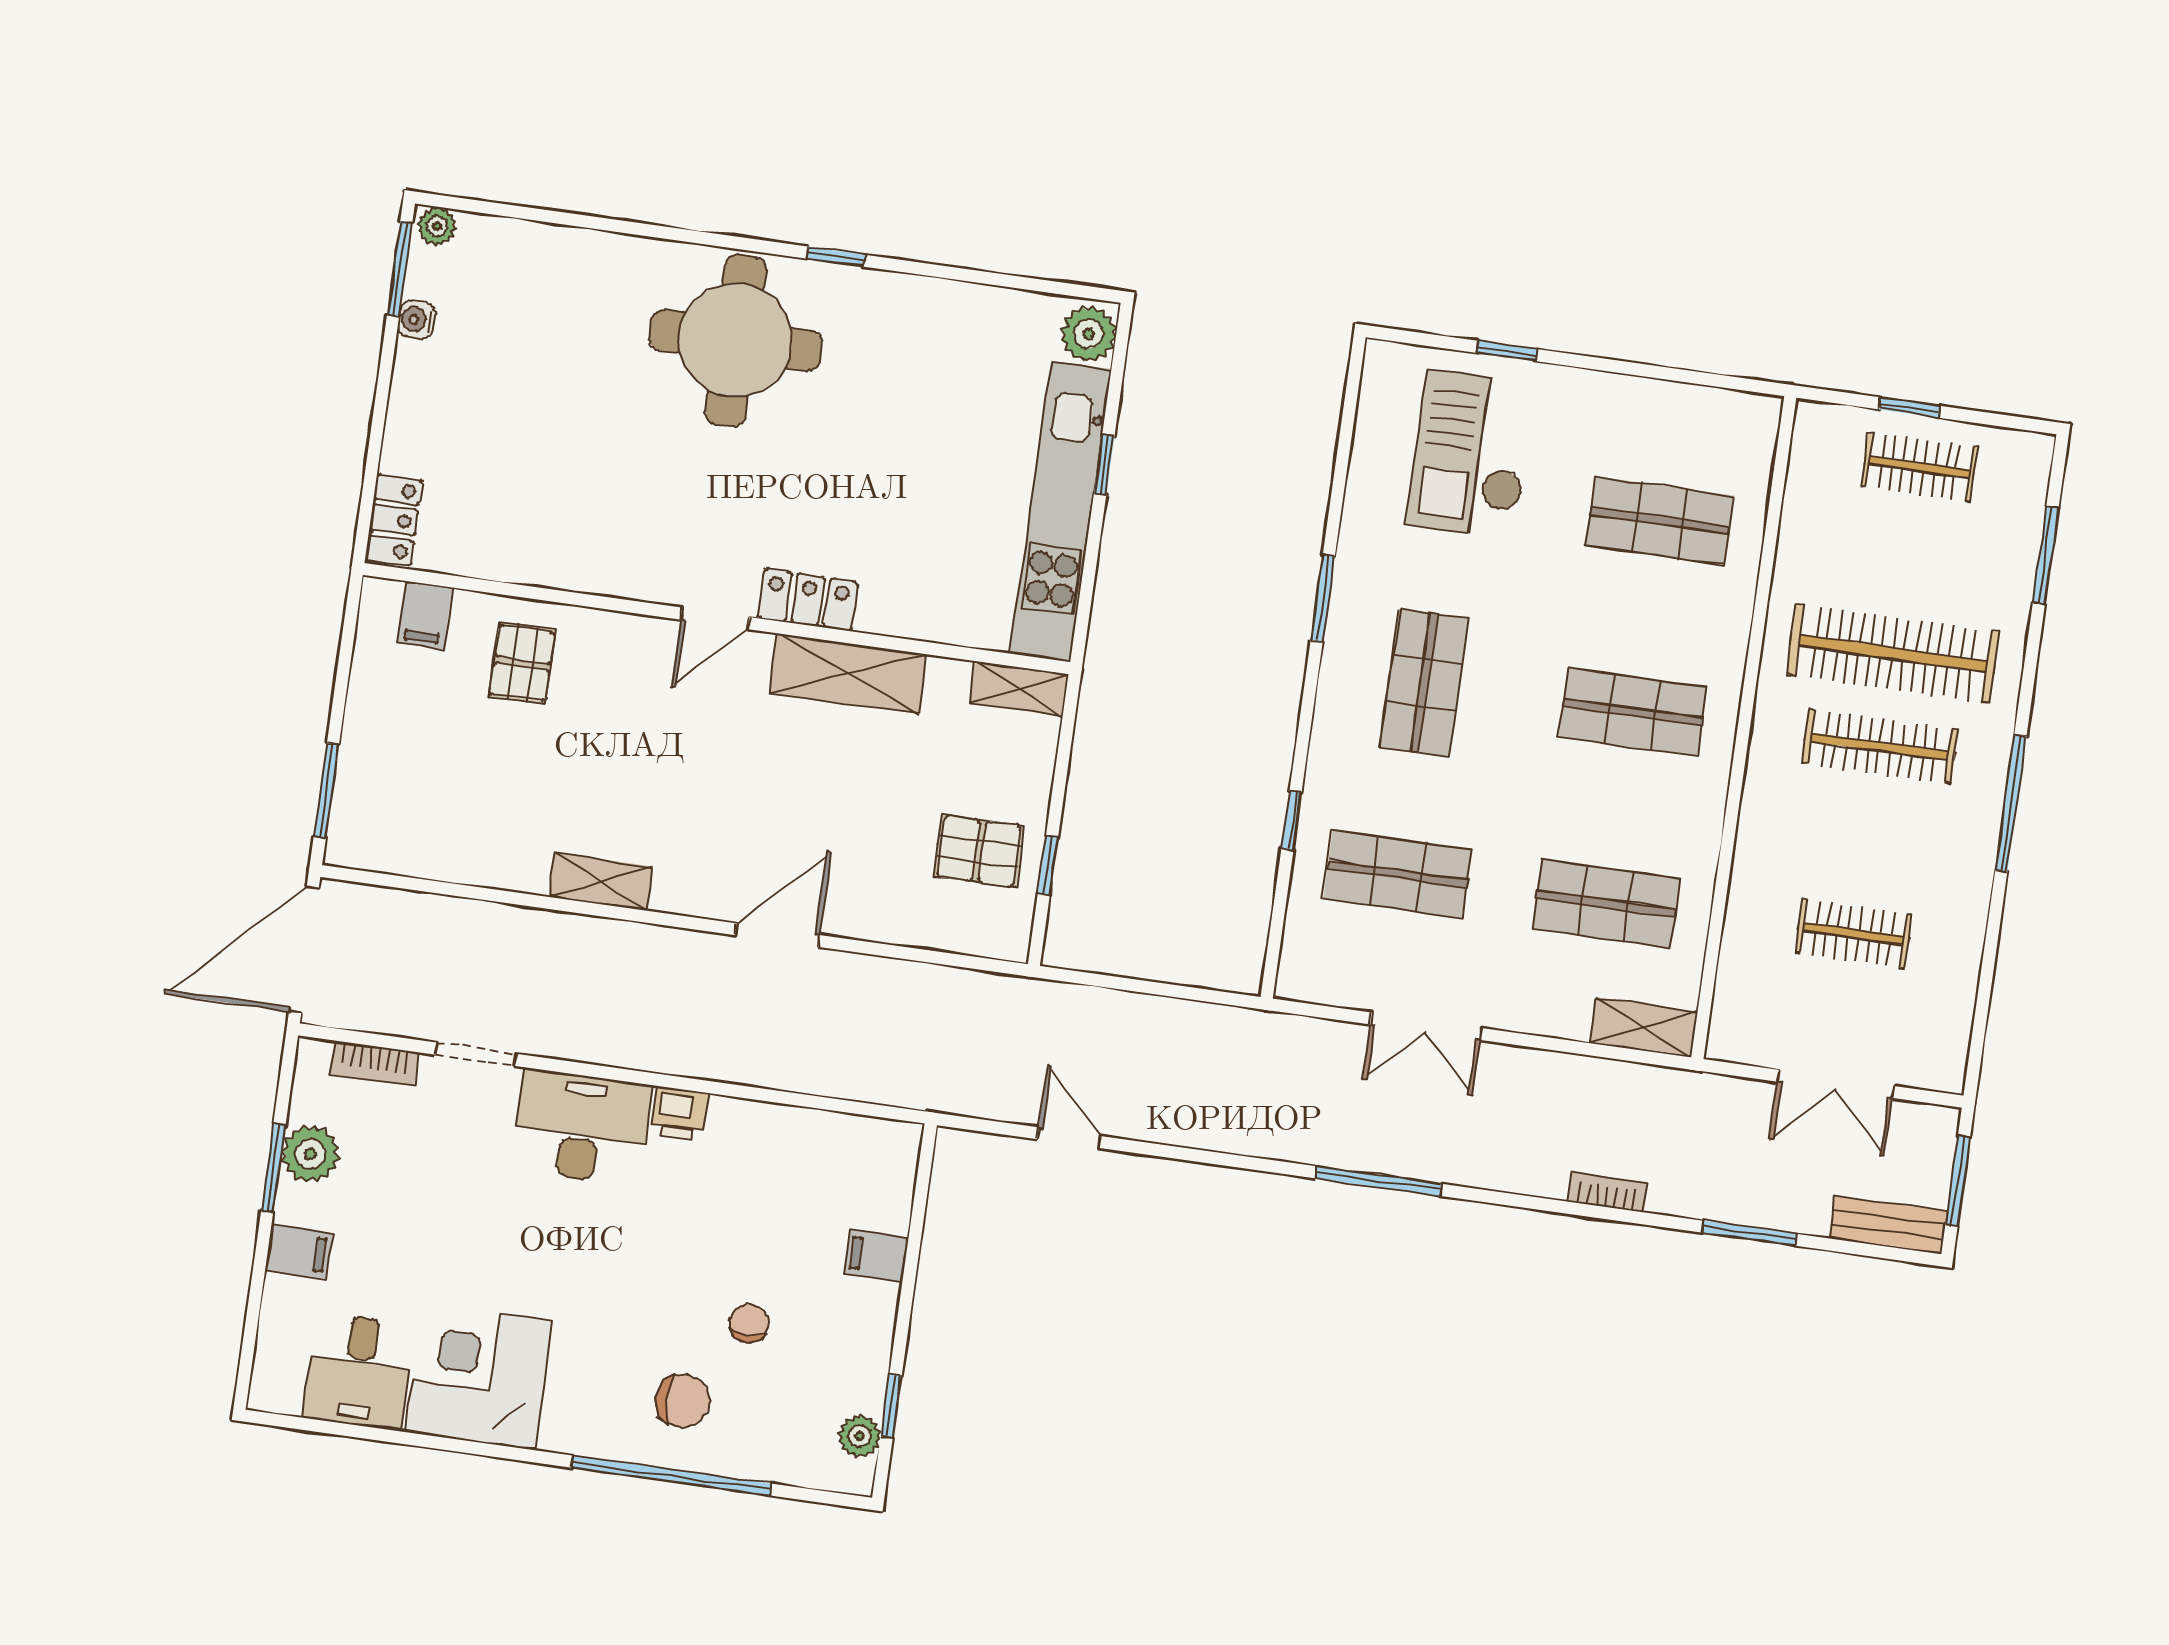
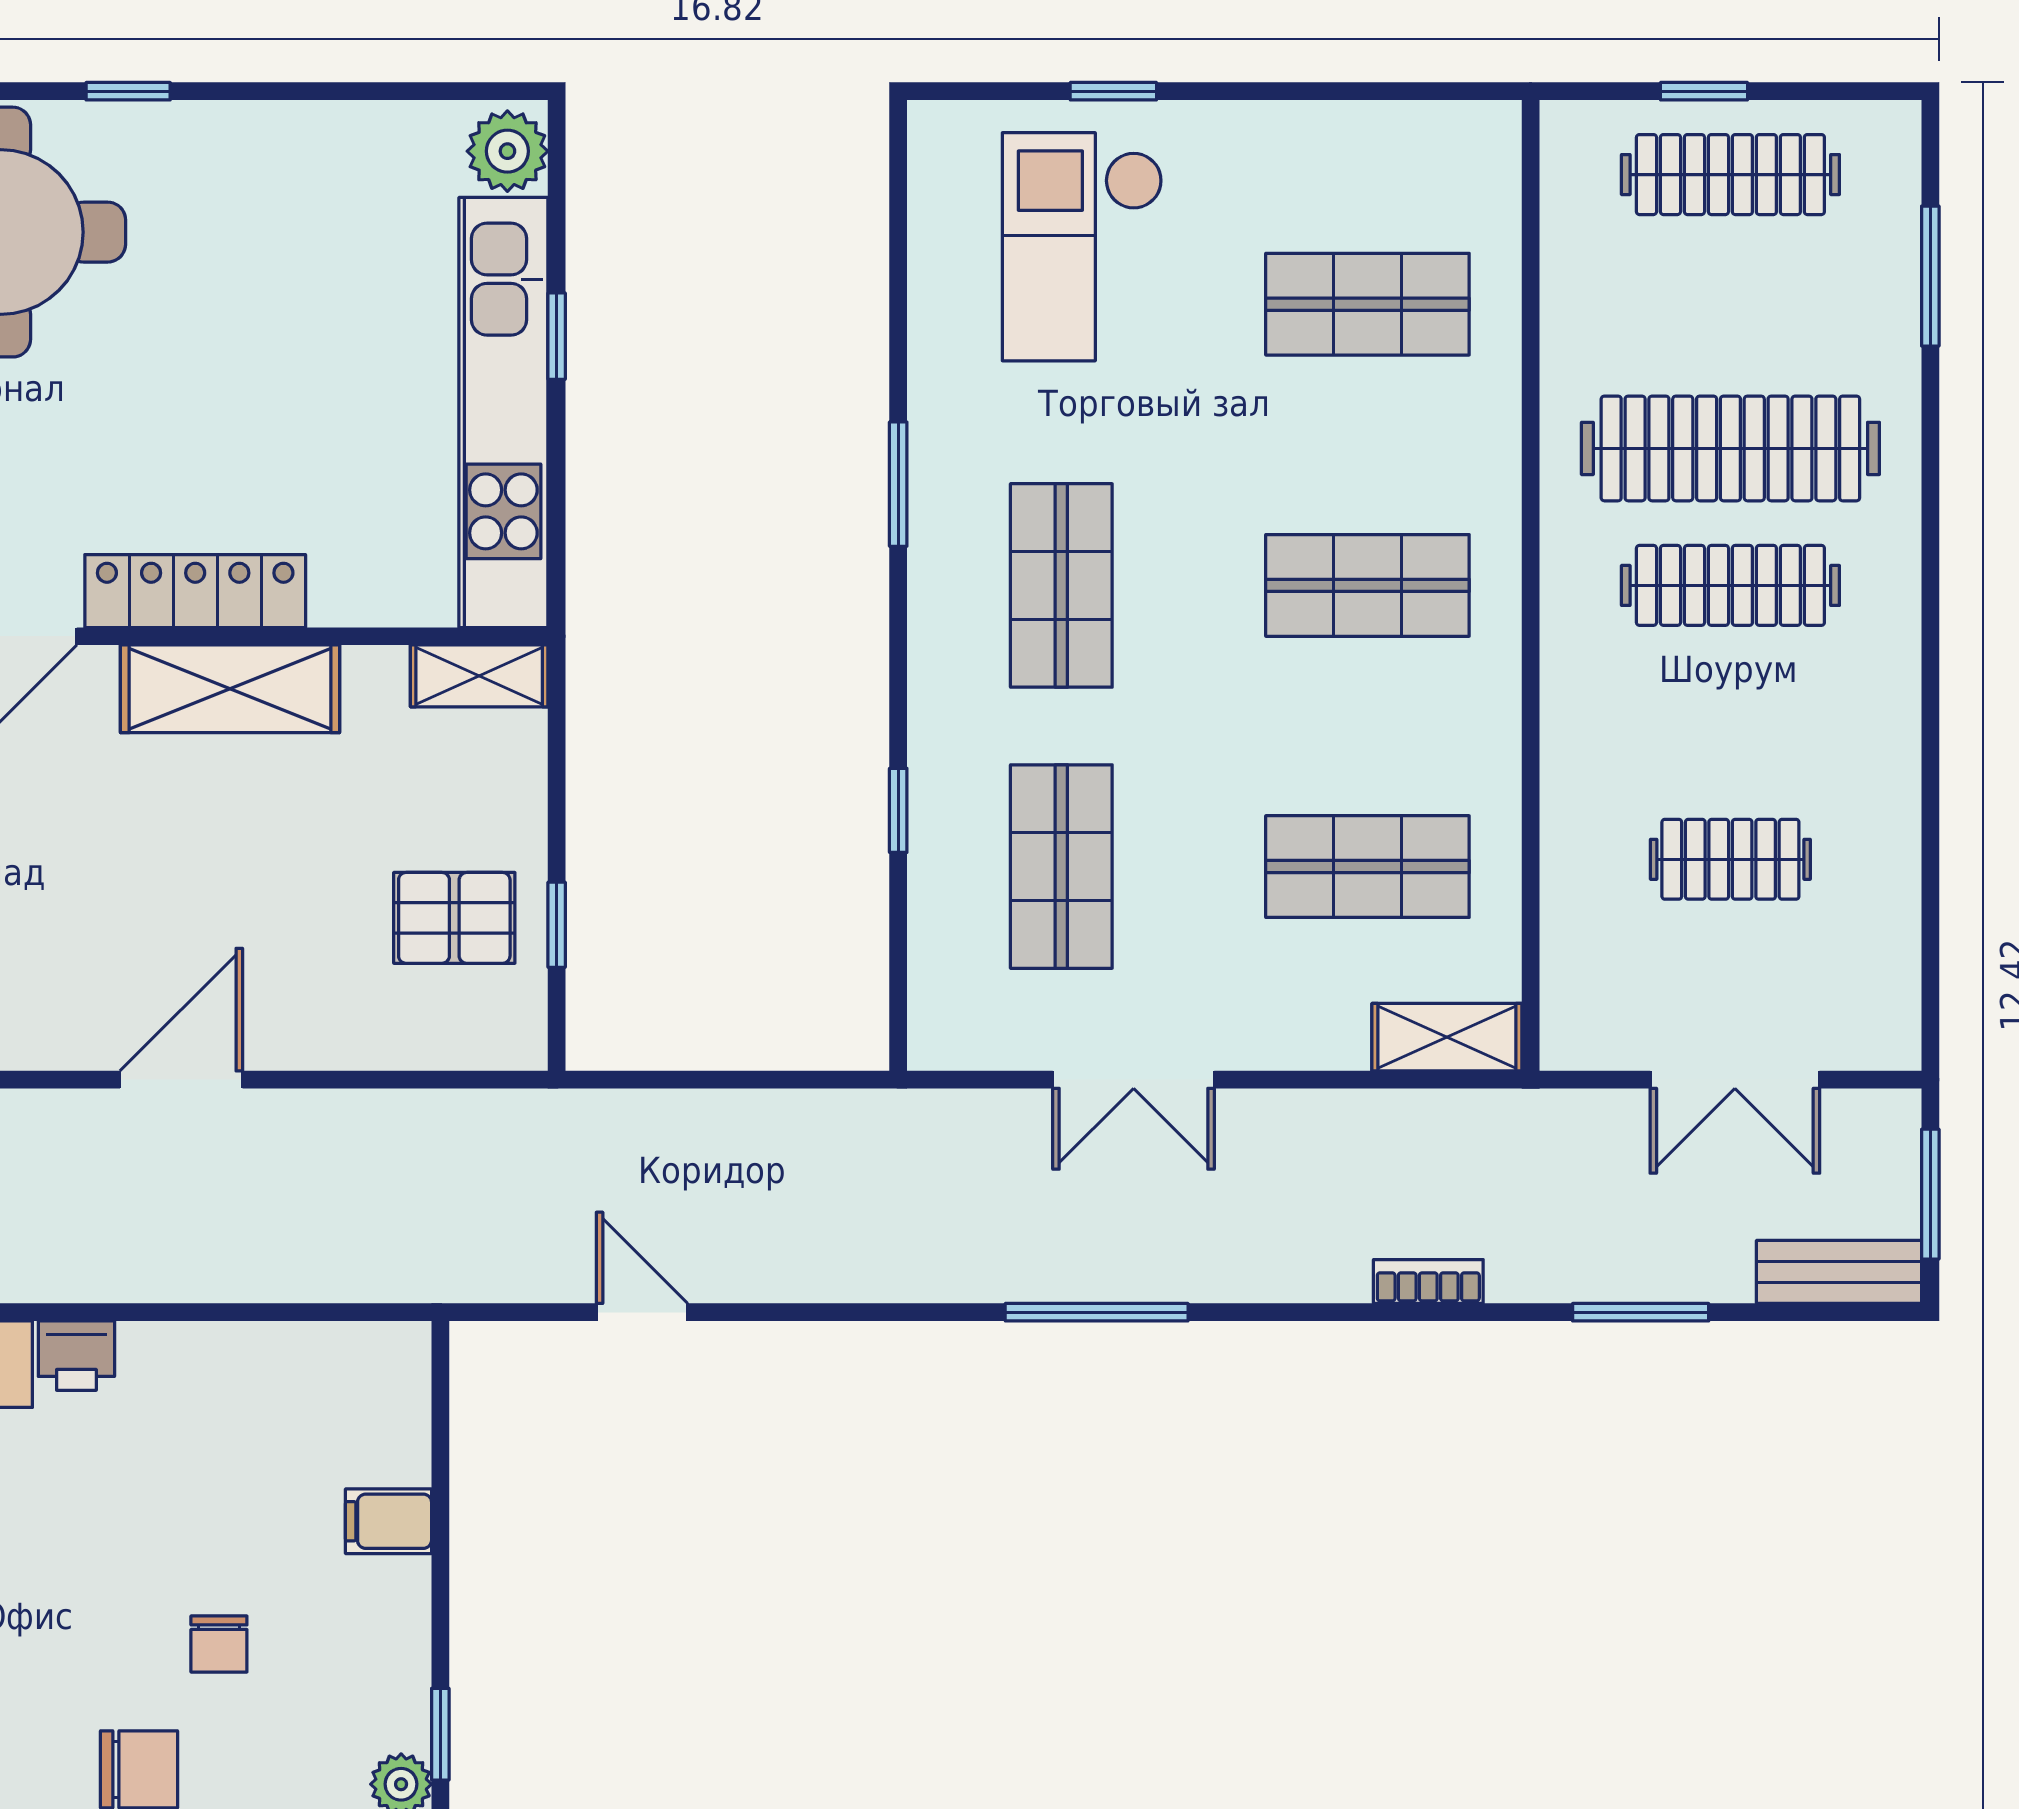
clothes rail: (1919, 467) -> (1730, 175), width x1.36
locker: (808, 600) -> (195, 591), width x1.53
window: (2011, 803) -> (1930, 640), removed
shop shelf: (1397, 874) -> (1061, 867), turned 90
chair: (749, 1323) -> (219, 1644), turned 180

